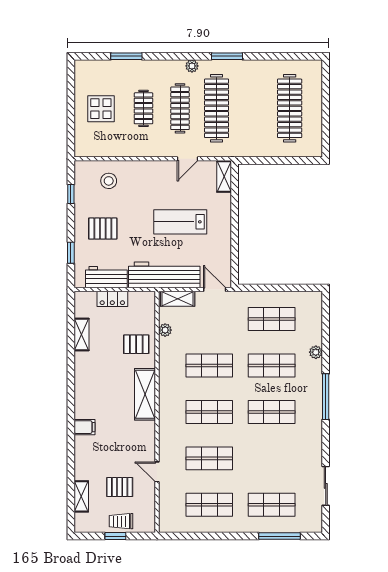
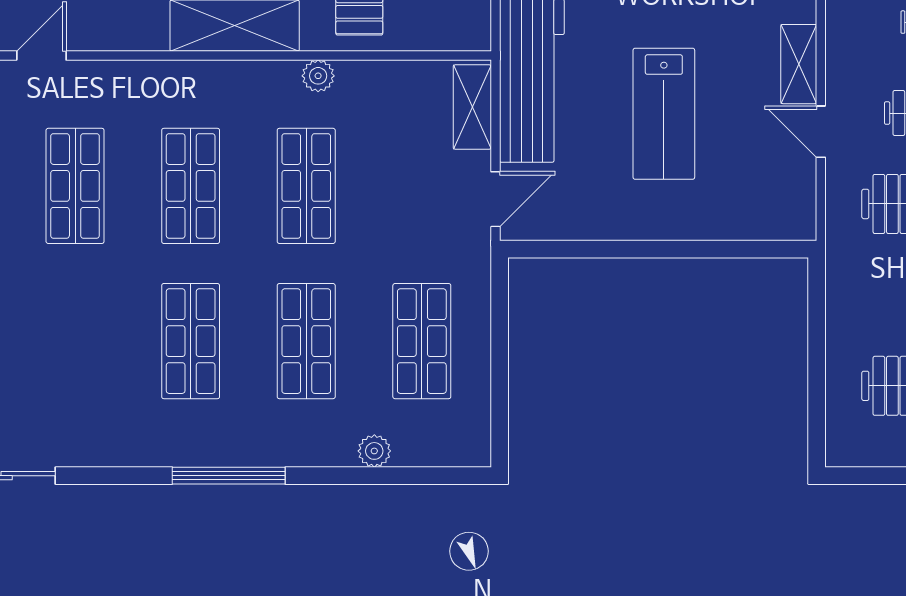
shelving: (224, 176) -> (799, 64), moved, turned 90
lab bench: (180, 222) -> (664, 114), turned 180
plant: (165, 330) -> (318, 76), moved
plant: (316, 352) -> (374, 451), moved

